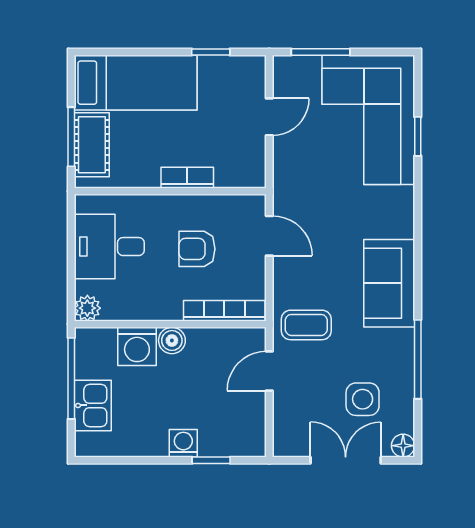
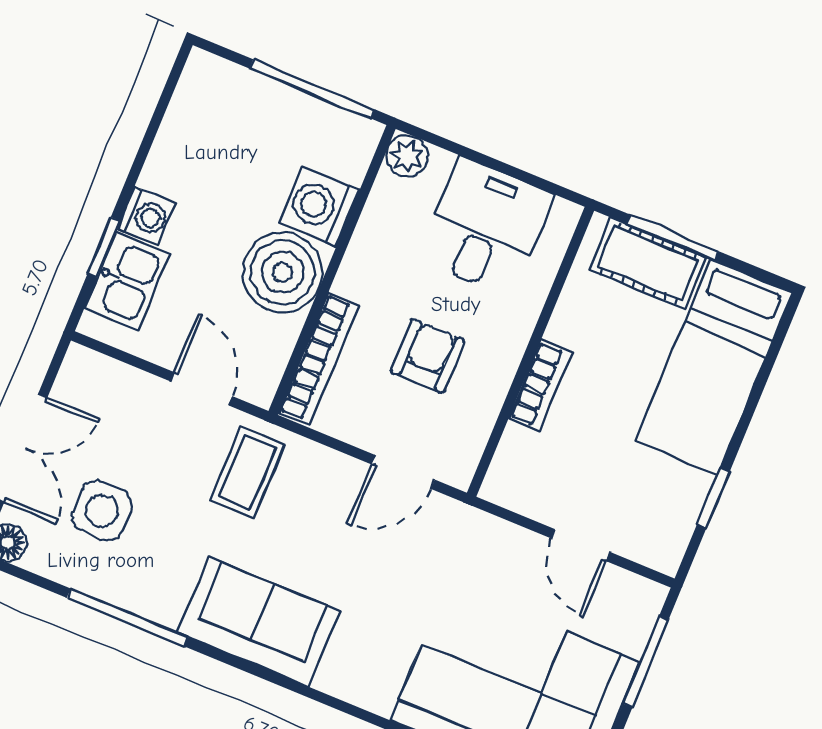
boiler: (172, 340) -> (283, 272), width x1.86, depth x1.86
kitchen sink: (93, 405) -> (127, 281), moved, turned -90

